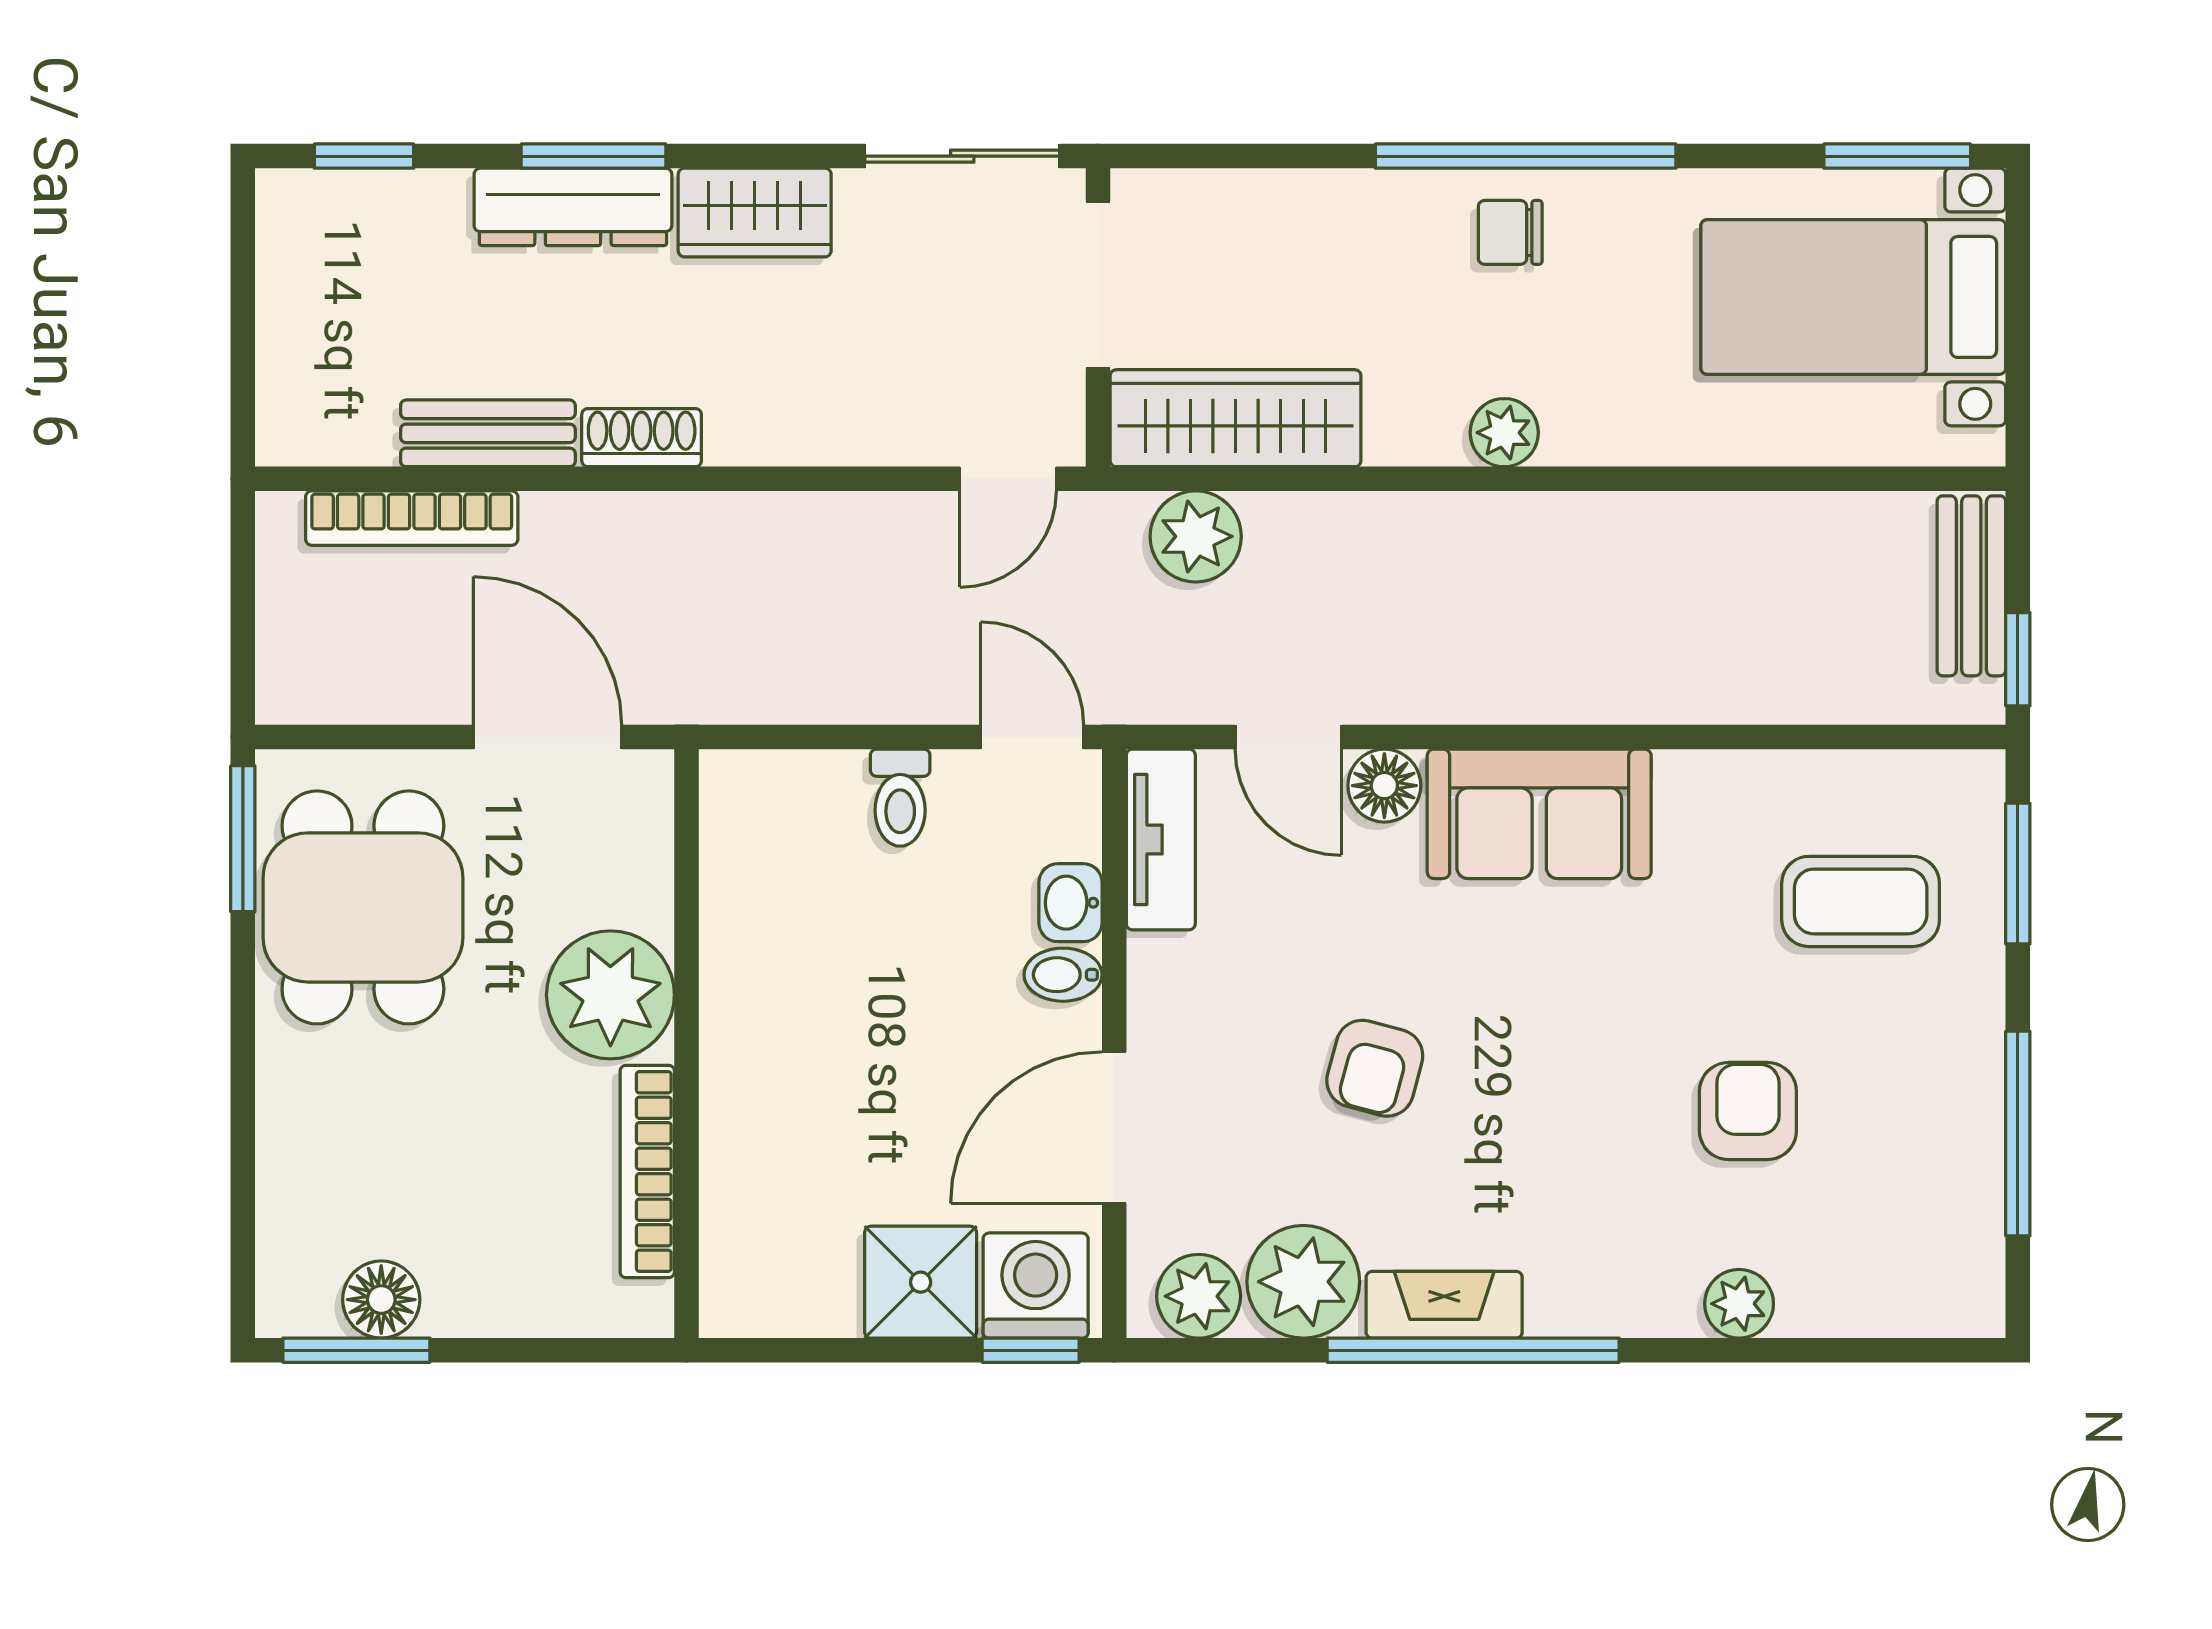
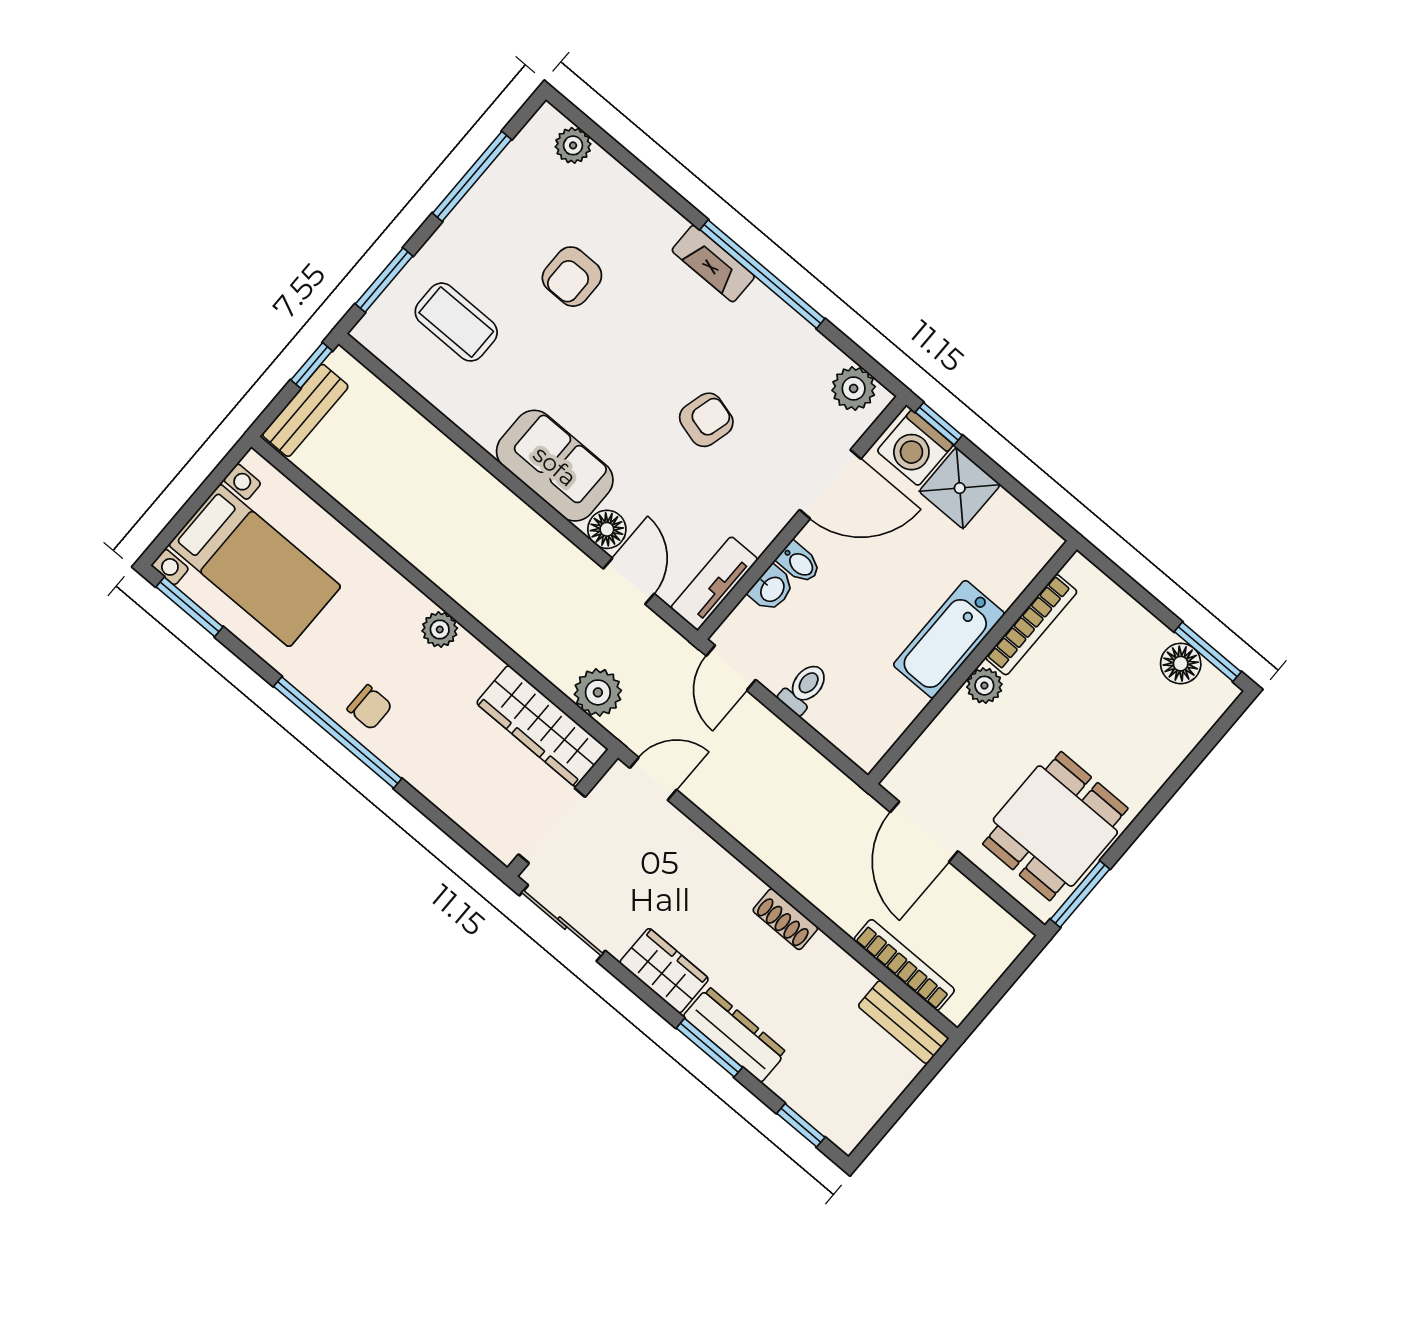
bench: (488, 433) -> (903, 1022), moved
plant: (610, 995) -> (984, 686), width x0.53, depth x0.53
bathtub: (749, 1048) -> (949, 639), added
plant: (1303, 1282) -> (807, 359), removed
plant: (1739, 1304) -> (573, 145), moved
fireplace: (1444, 1305) -> (713, 264), moved

